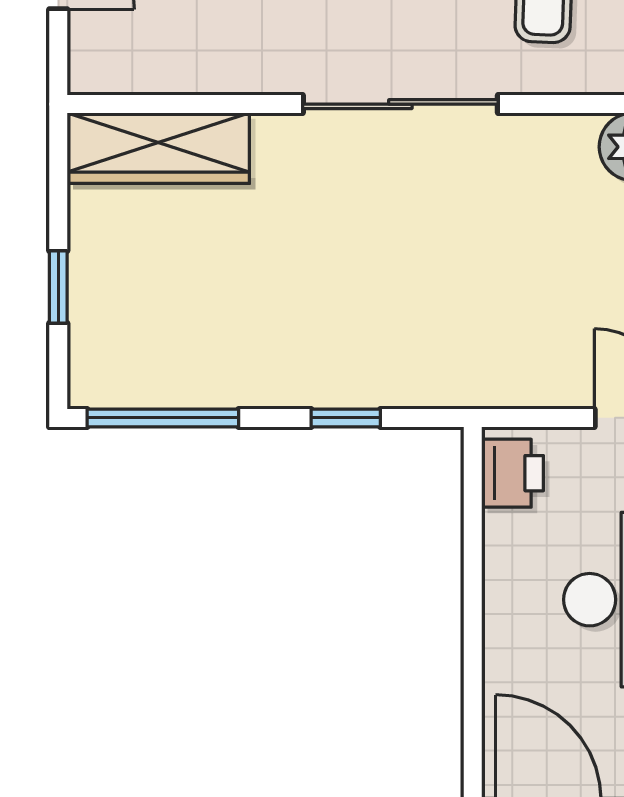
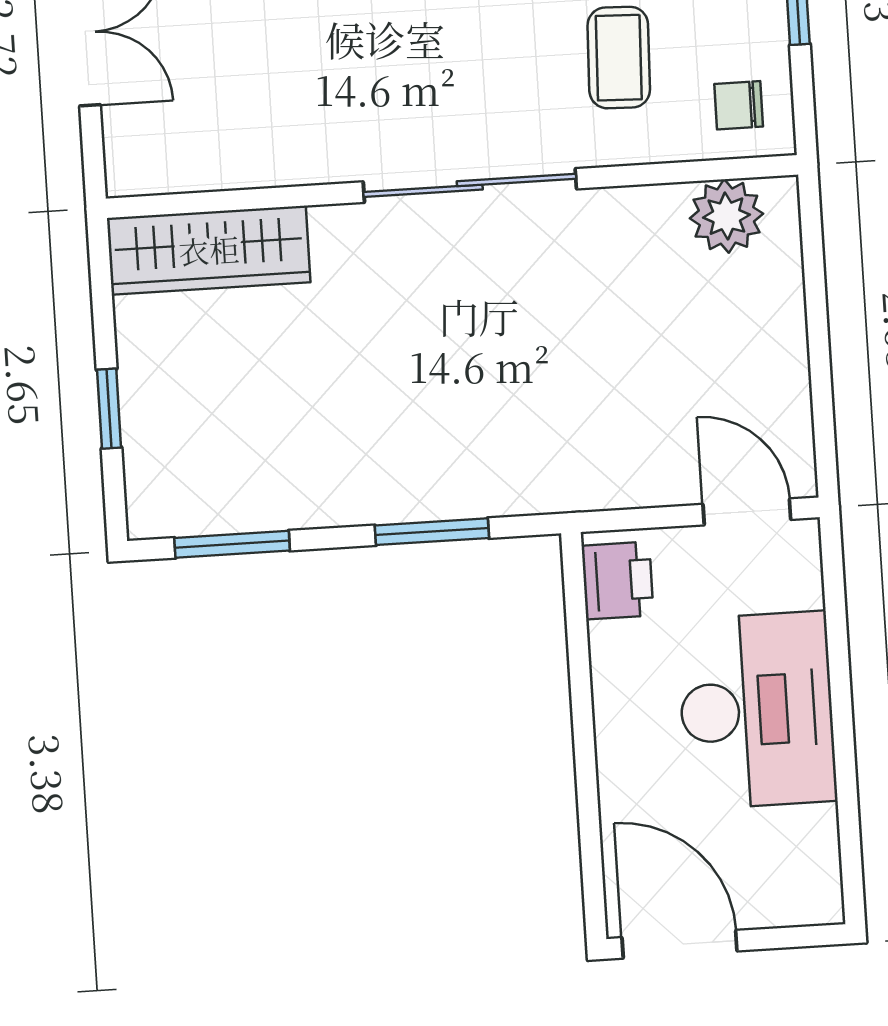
window: (163, 418) -> (232, 544), width x0.69
window: (346, 418) -> (432, 532), width x1.50

